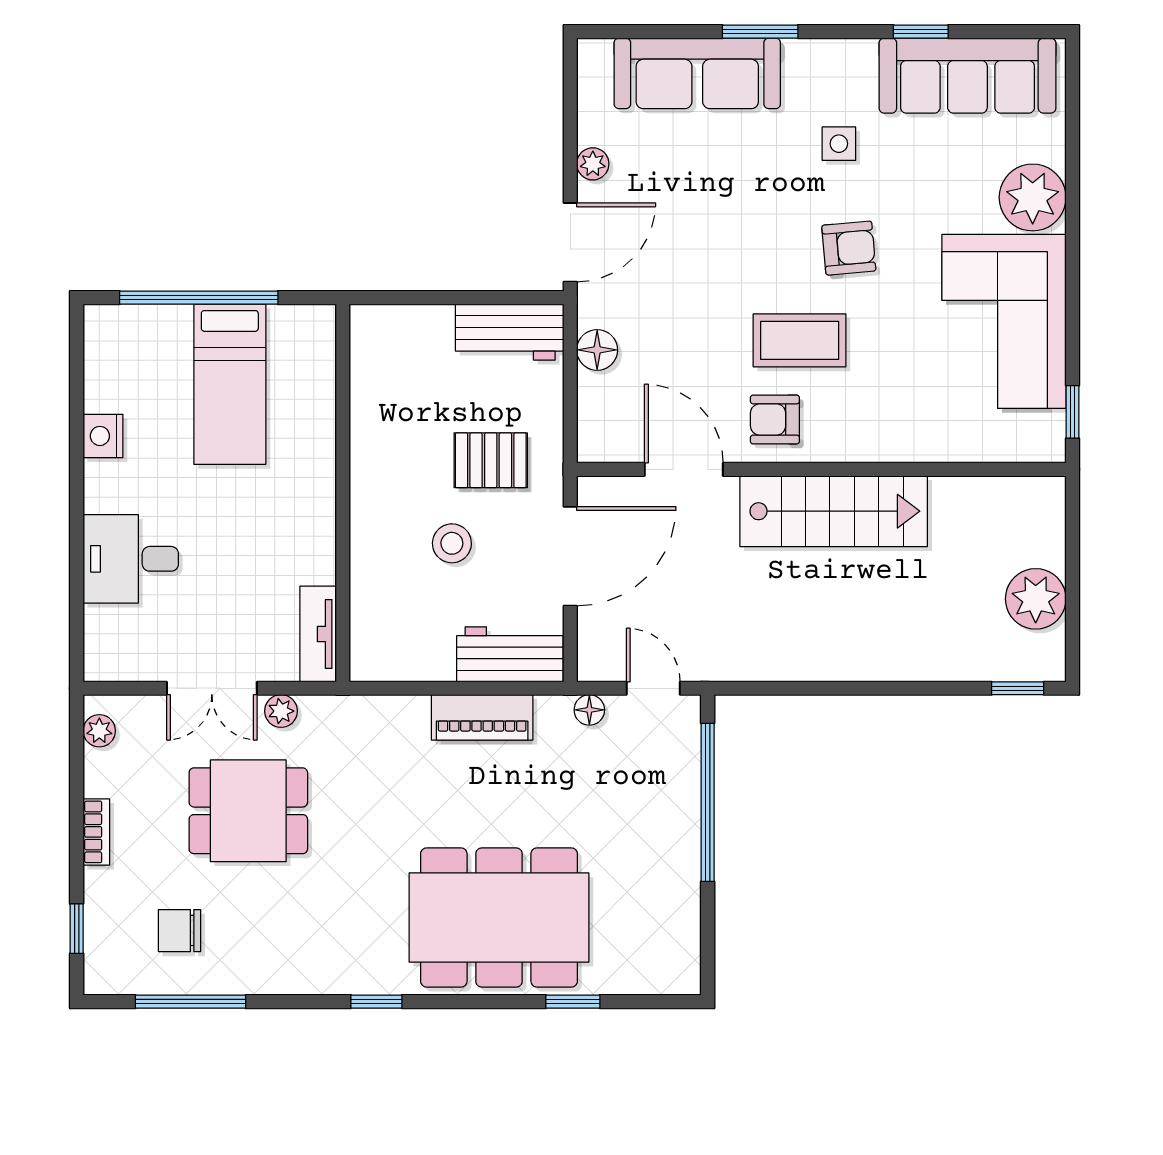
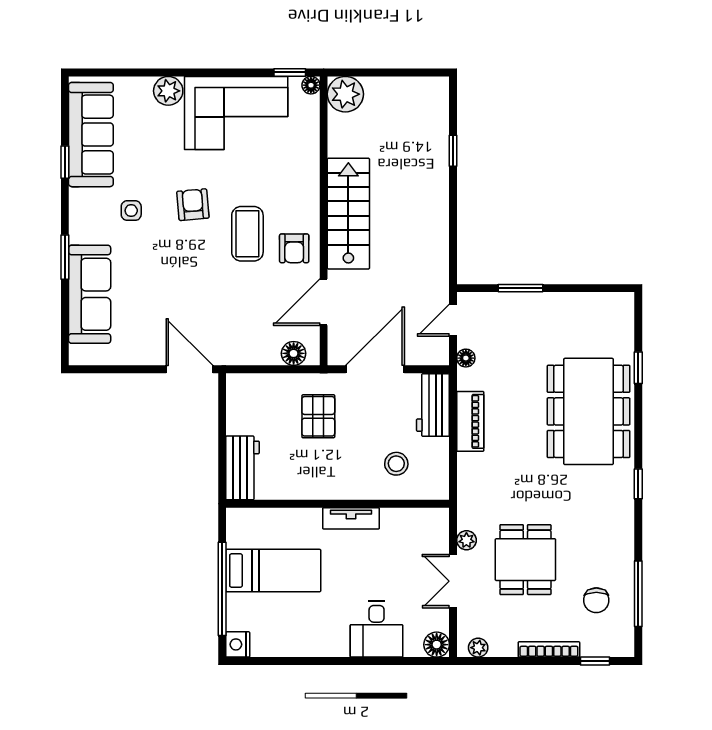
plant: (593, 164) -> (143, 356), removed
plant: (1033, 197) -> (168, 91), width x0.73, depth x0.73
workbench: (510, 332) -> (243, 468), moved
floor lamp: (597, 350) -> (294, 353), moved
nightstand: (103, 436) -> (238, 644), moved, turned 90
floor lamp: (1051, 448) -> (311, 85), added
stool: (452, 543) -> (396, 464), moved
door: (570, 556) -> (375, 369), hinge flipped
plant: (1036, 599) -> (345, 94), moved
tv unit: (318, 634) -> (351, 518), moved
floor lamp: (105, 660) -> (437, 645), added
double door: (212, 688) -> (453, 581), swing flipped
window: (1018, 688) -> (453, 151), moved
window: (708, 802) -> (520, 288), width x0.47
bookcase: (96, 832) -> (549, 649), width x1.56

